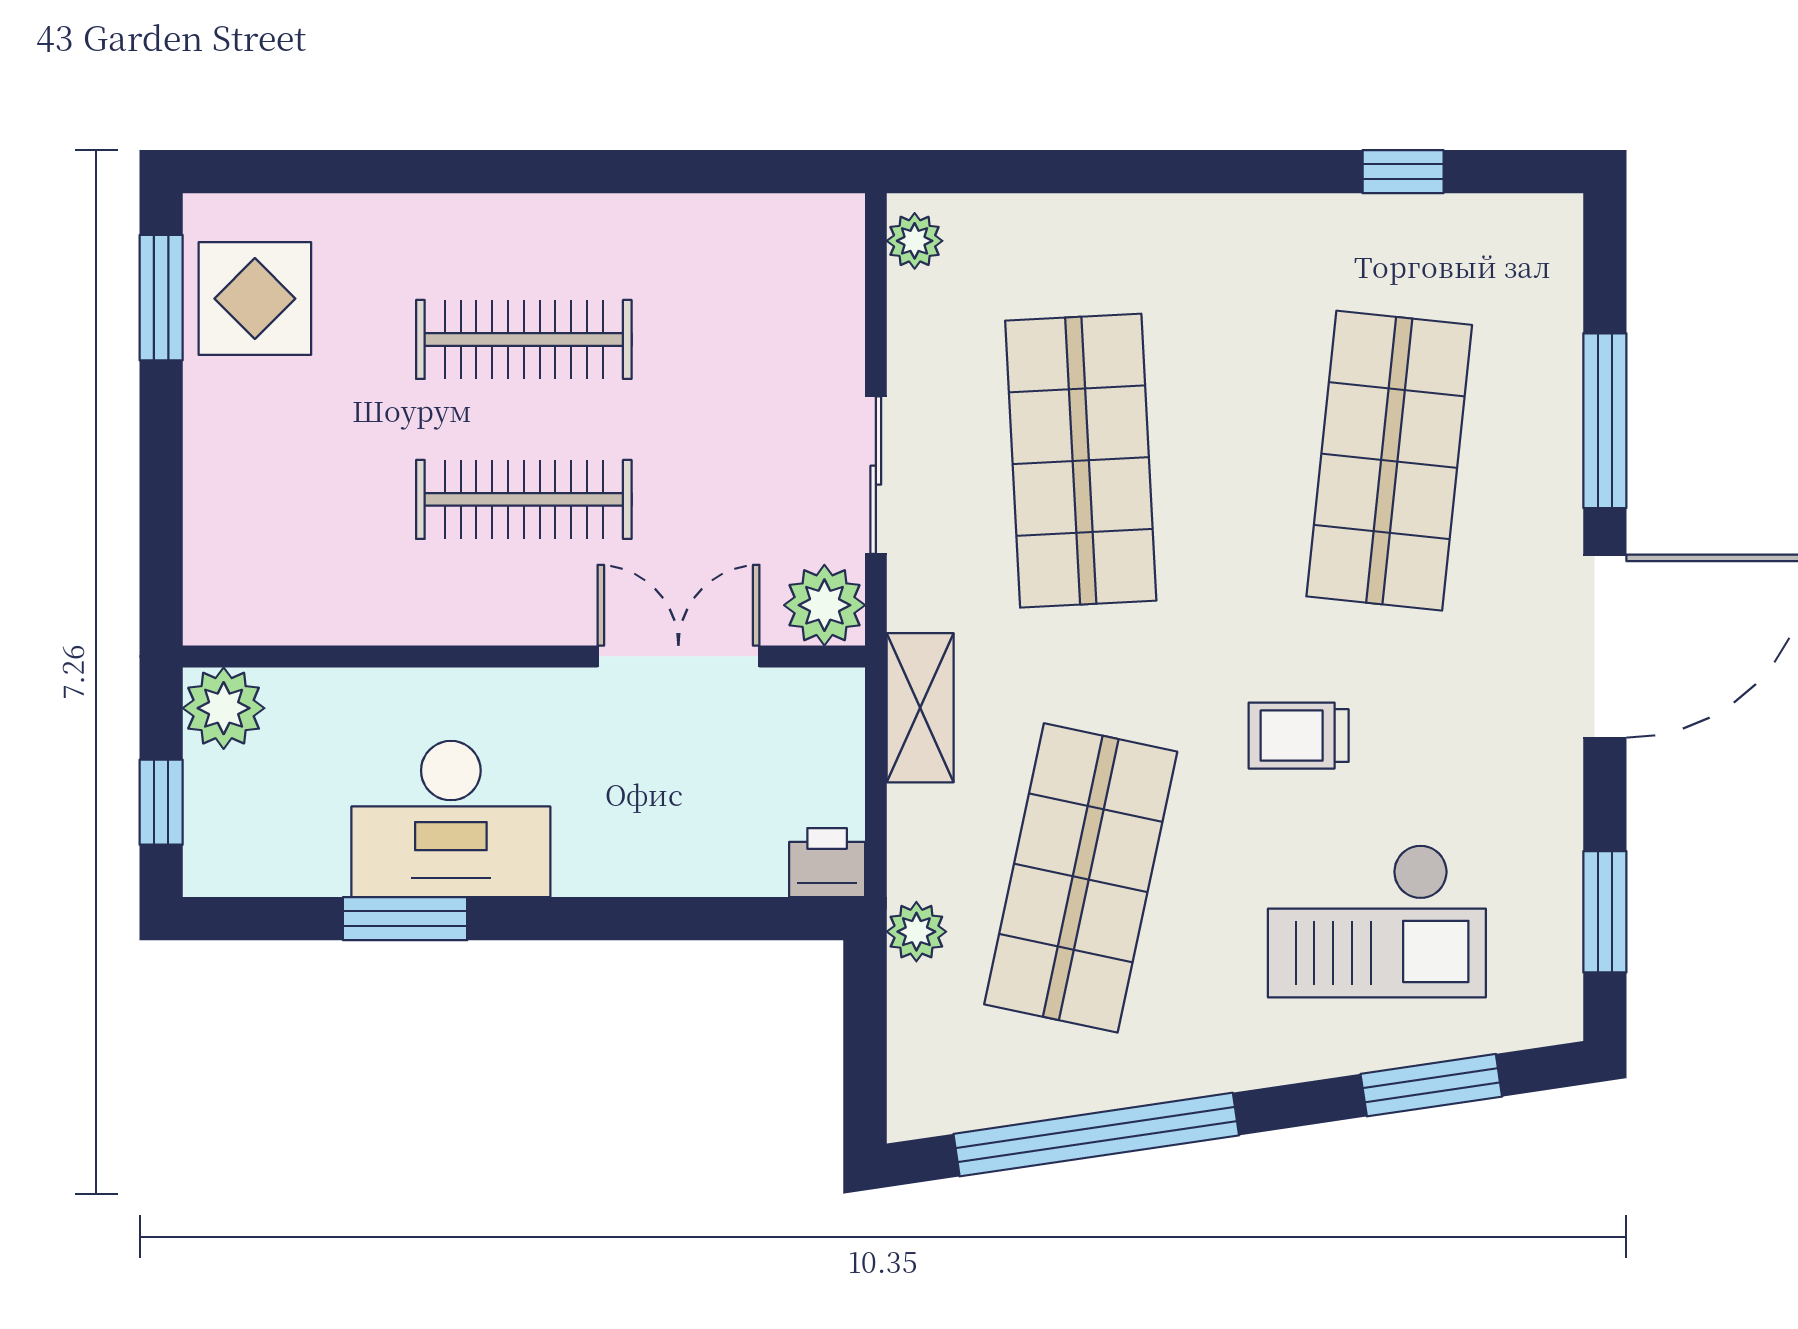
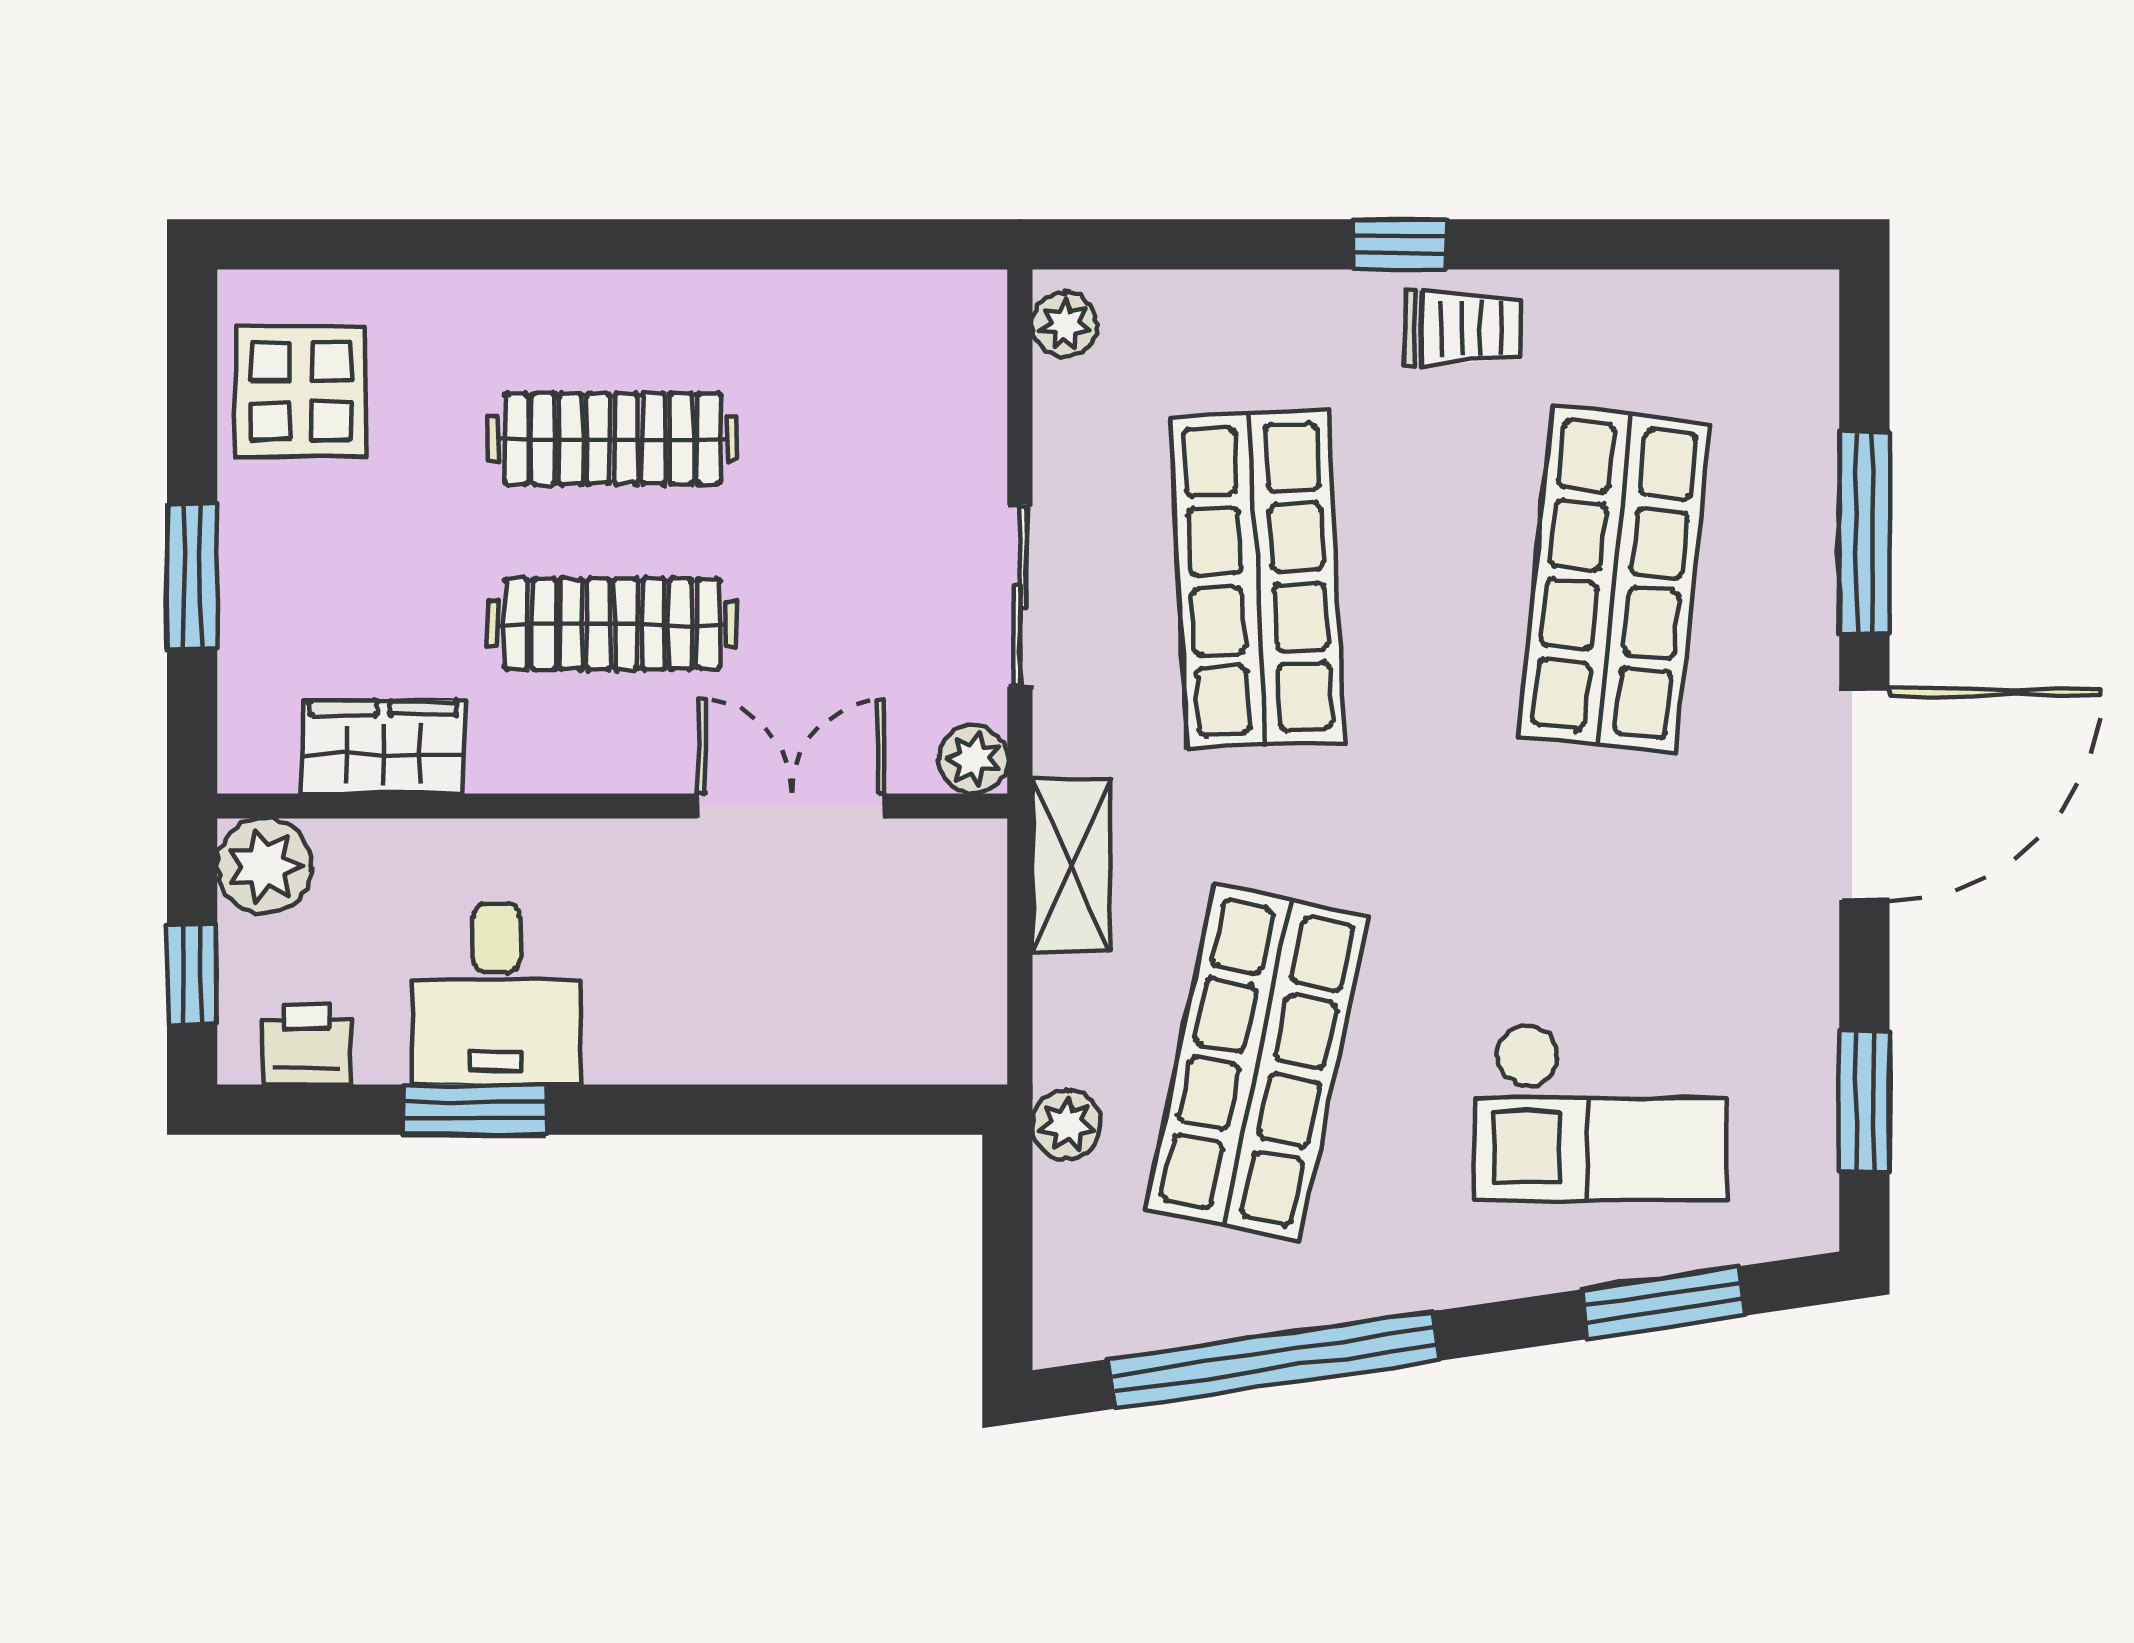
window: (1403, 172) -> (1399, 244), moved
window: (161, 298) -> (192, 577), moved
plant: (824, 605) -> (973, 759), width x0.73, depth x0.73
wardrobe: (326, 606) -> (383, 747), added
trolley: (1299, 736) -> (1463, 328), moved, turned 180
desk: (451, 819) -> (496, 994), width x0.73
printer: (827, 863) -> (306, 1045), moved

